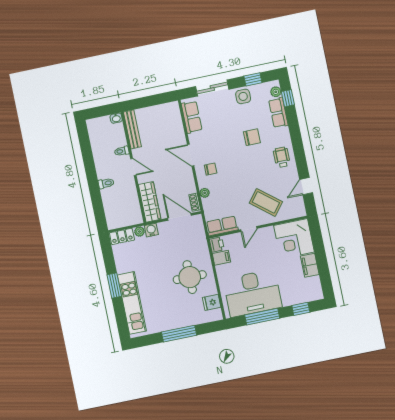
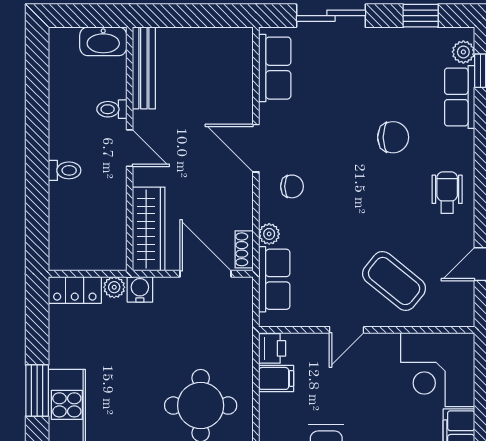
side table: (243, 96) -> (392, 47), removed
washbasin: (116, 118) -> (103, 41), width x1.91, depth x1.45
row of seats: (222, 226) -> (274, 279), moved, turned 90

